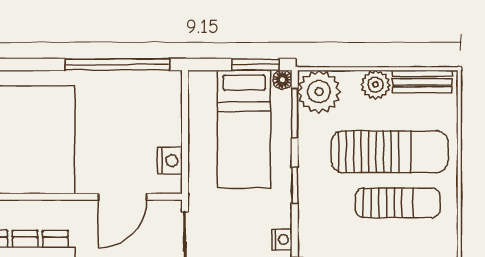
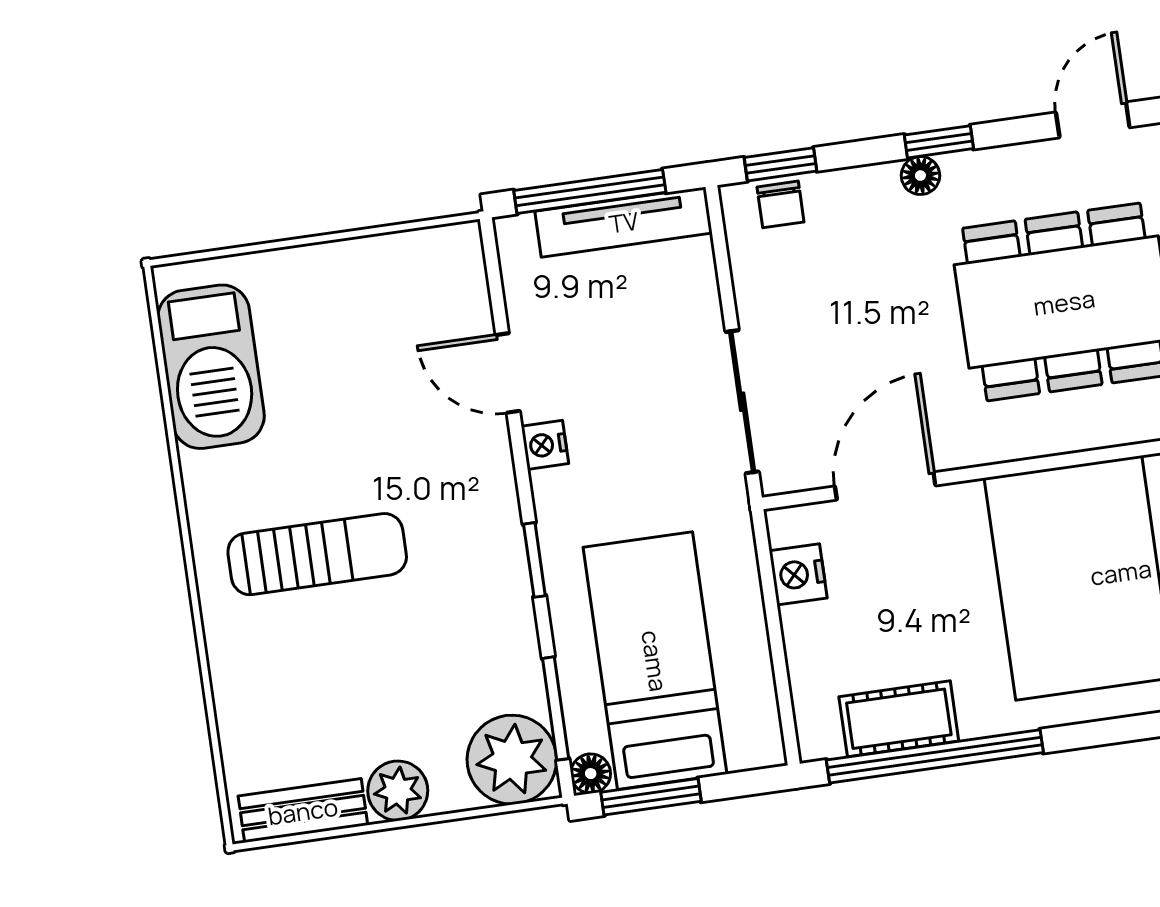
cot: (132, 85) -> (899, 719), added
sun lounger: (390, 152) -> (349, 657), removed
sun lounger: (398, 203) -> (317, 554), turned 180

